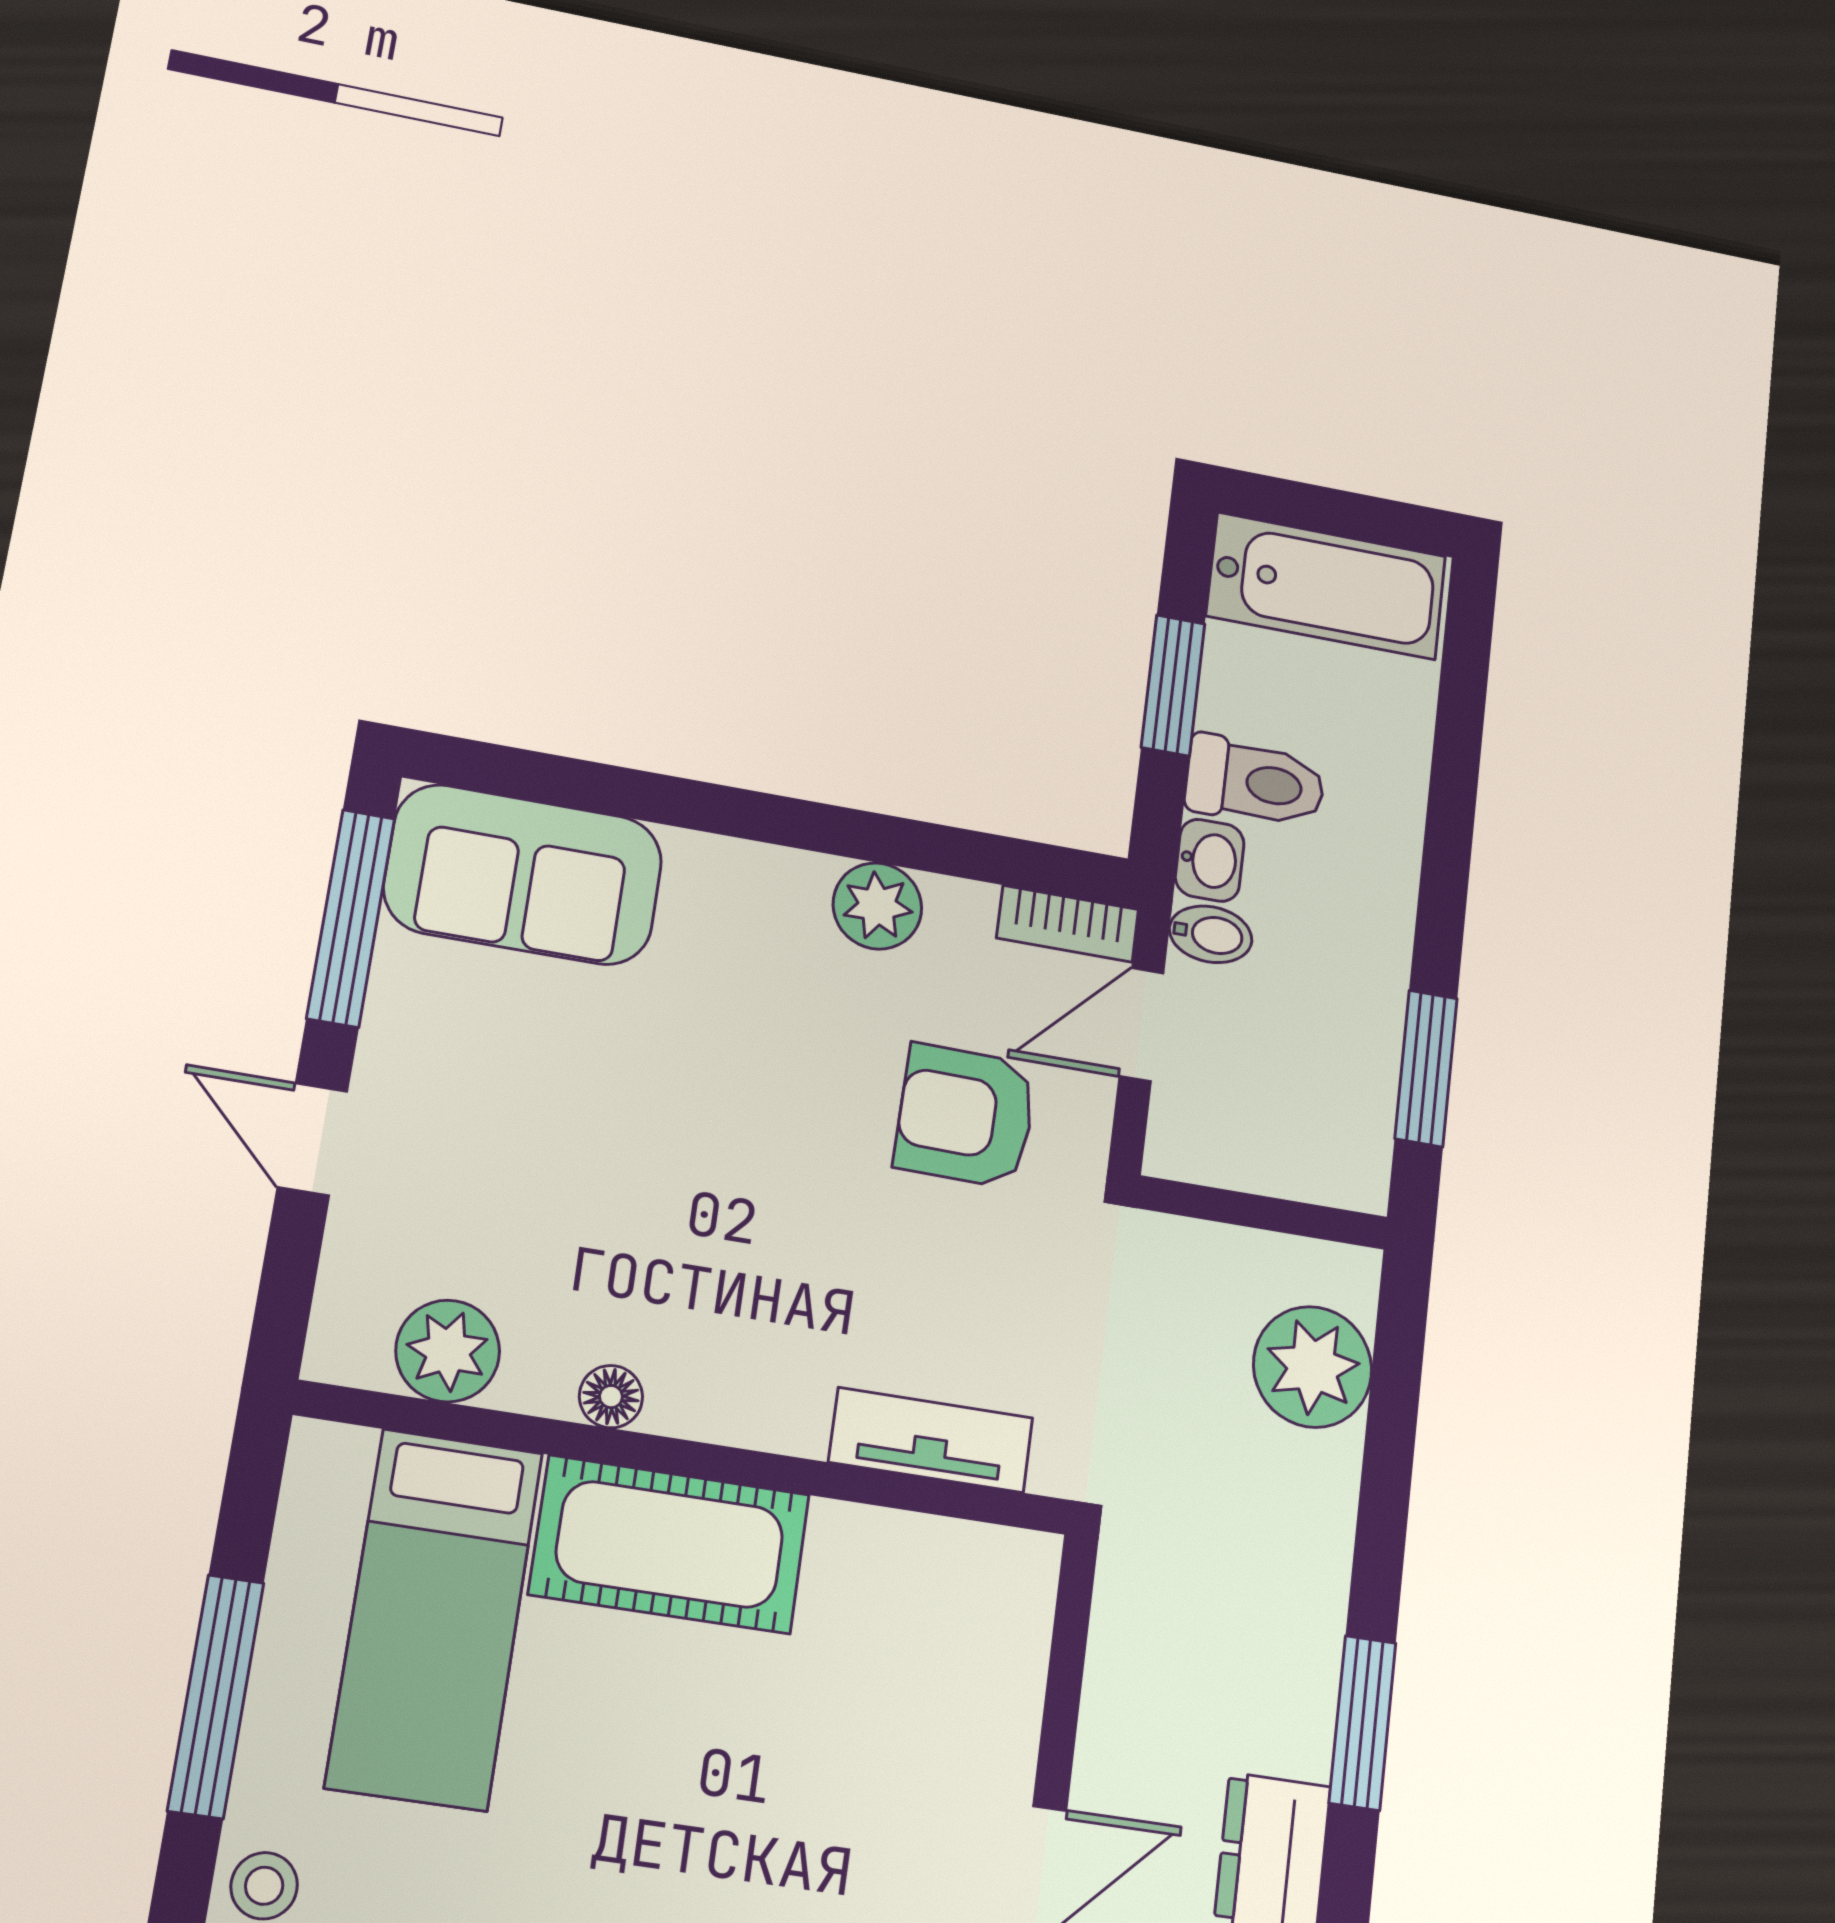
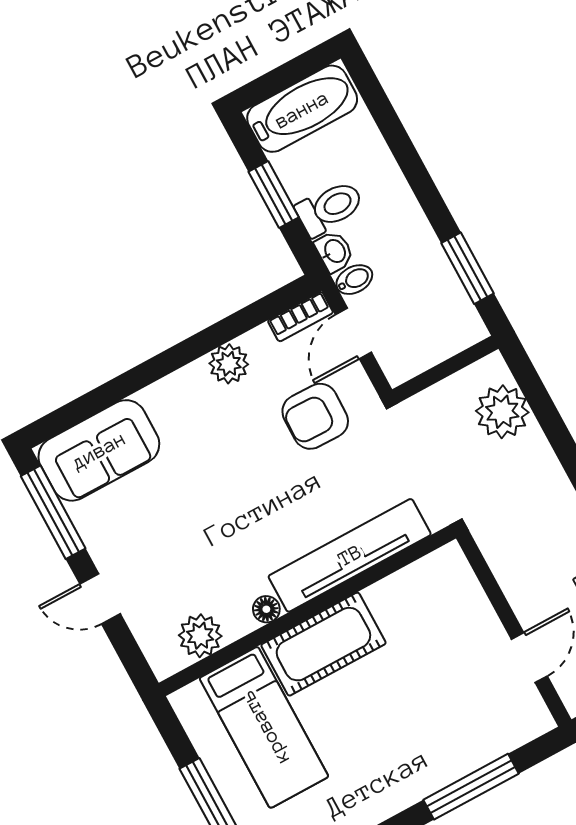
tv unit: (931, 1440) -> (350, 555), width x1.92, depth x1.29

